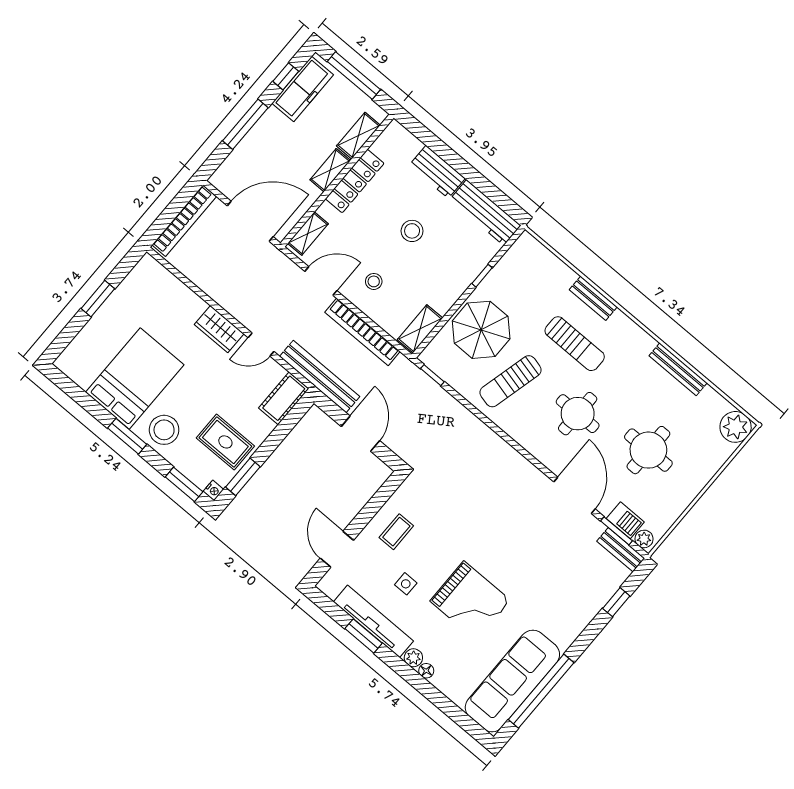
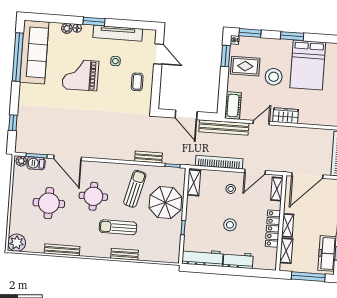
stool: (164, 430) -> (274, 77), moved
bench: (621, 550) -> (149, 157), moved
window: (363, 636) -> (94, 22), moved
plant: (413, 658) -> (67, 28), moved

